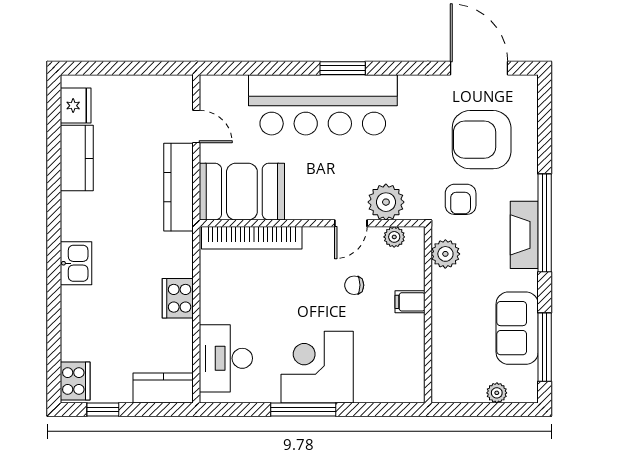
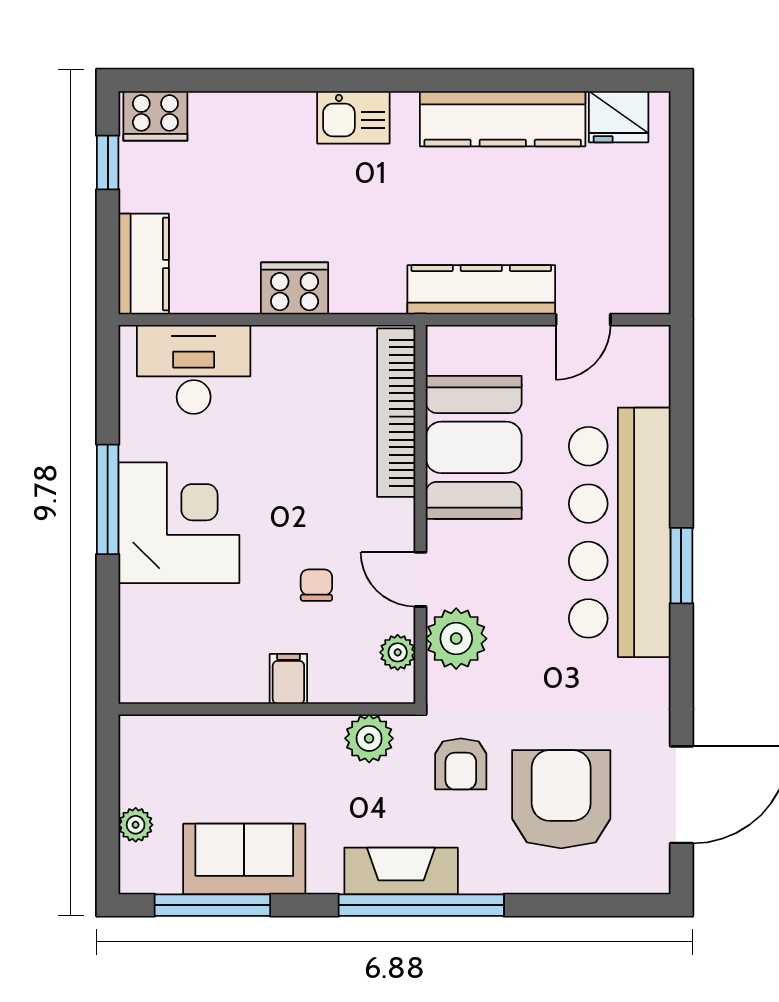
kitchen counter: (77, 158) -> (503, 119), width x1.50
booth: (242, 192) -> (474, 447), moved
armchair: (461, 199) -> (461, 764), turned -90

